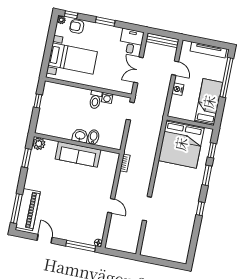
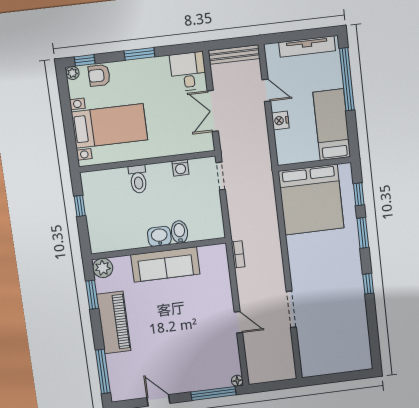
toilet: (95, 100) -> (138, 179), moved
piano: (28, 210) -> (114, 322), moved

